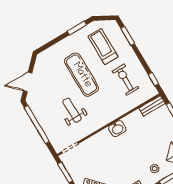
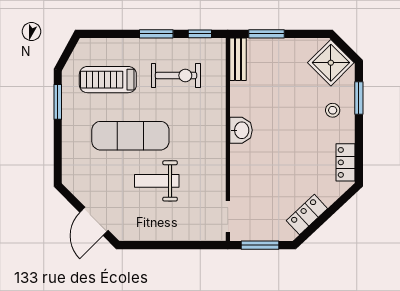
window: (128, 36) -> (156, 34), moved
exercise bike: (125, 80) -> (176, 75), turned 180
weight bench: (72, 110) -> (157, 181), moved
window: (37, 125) -> (165, 245), removed

